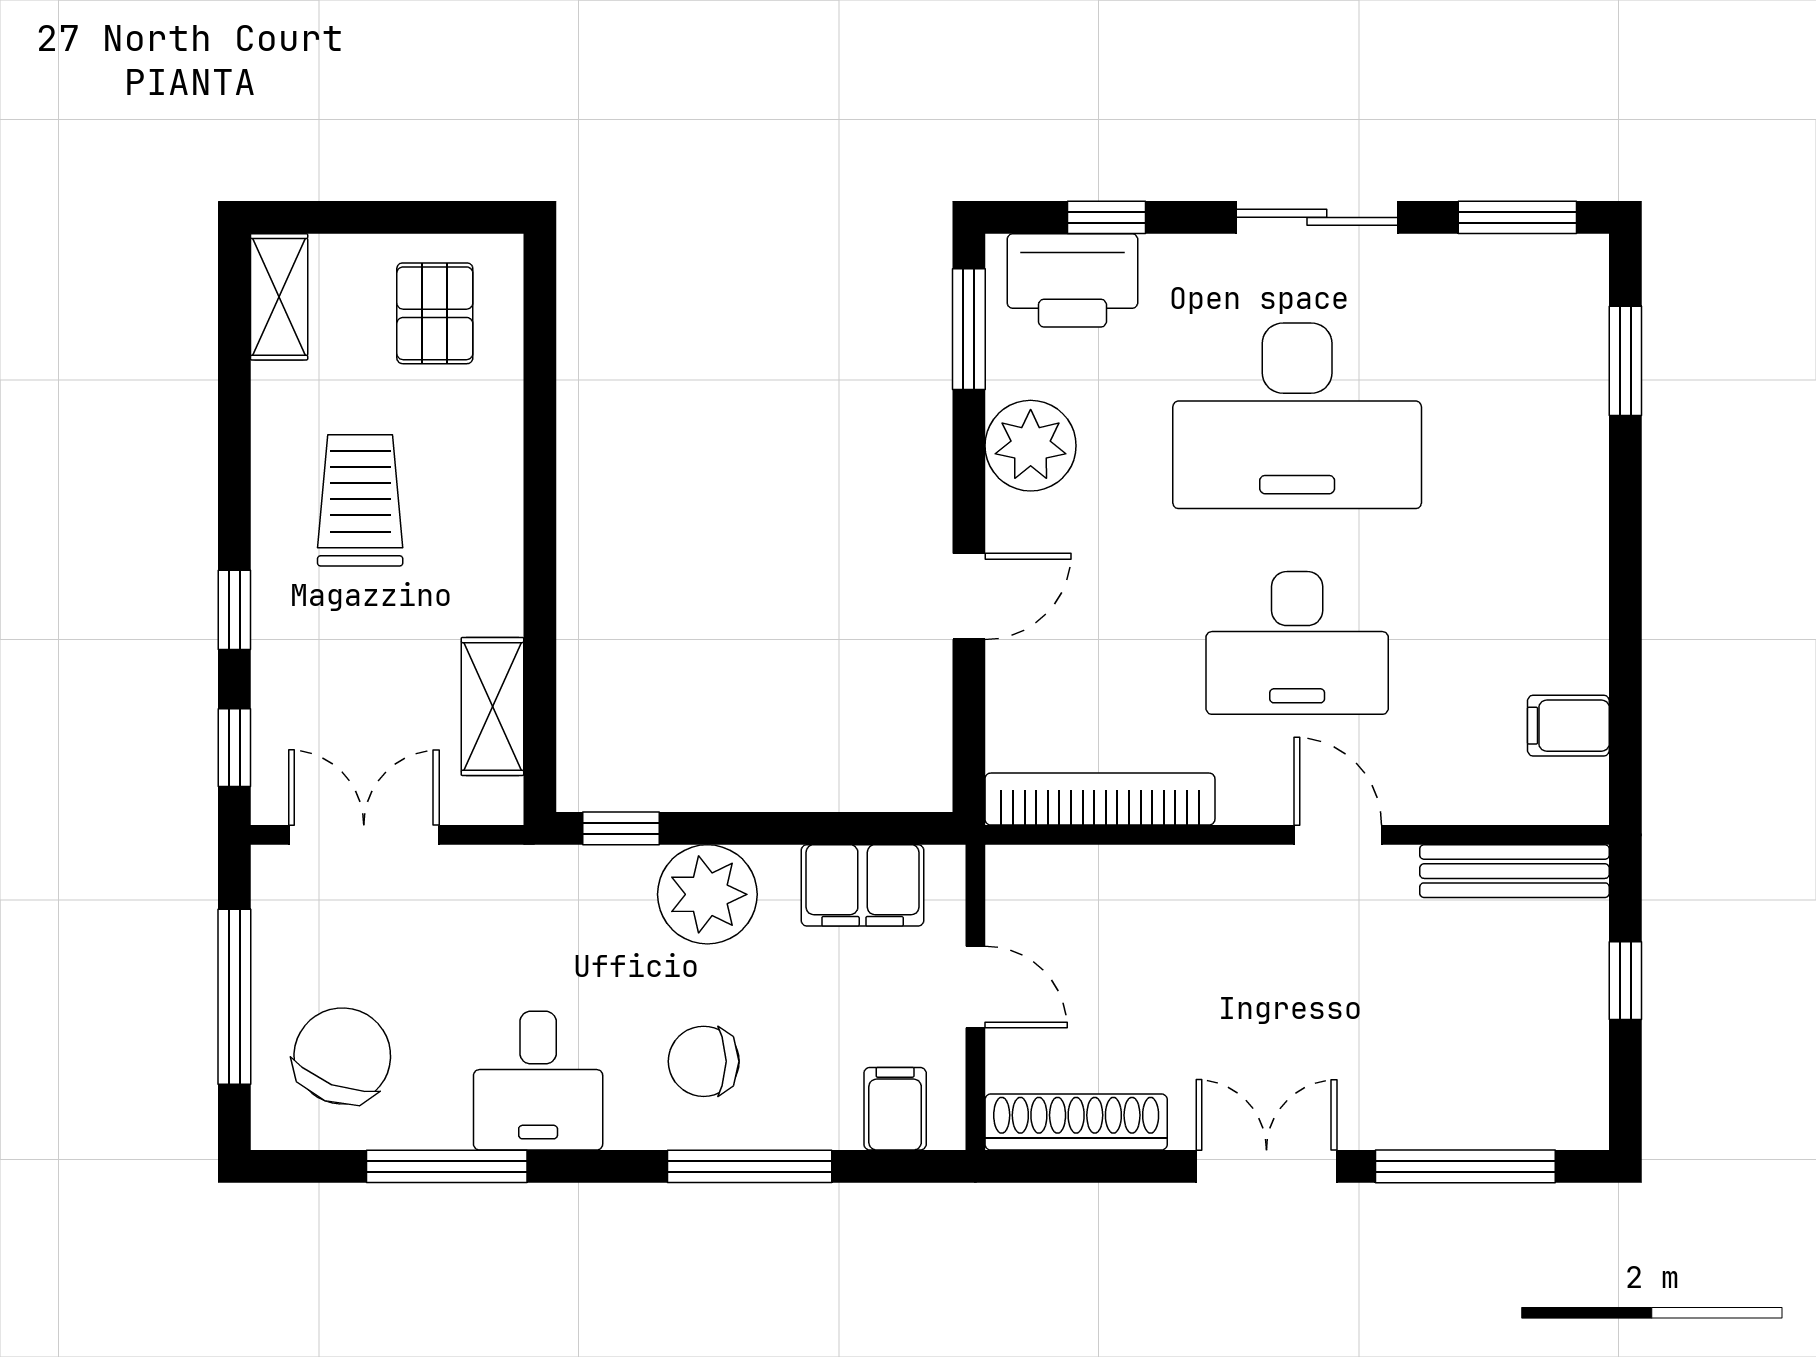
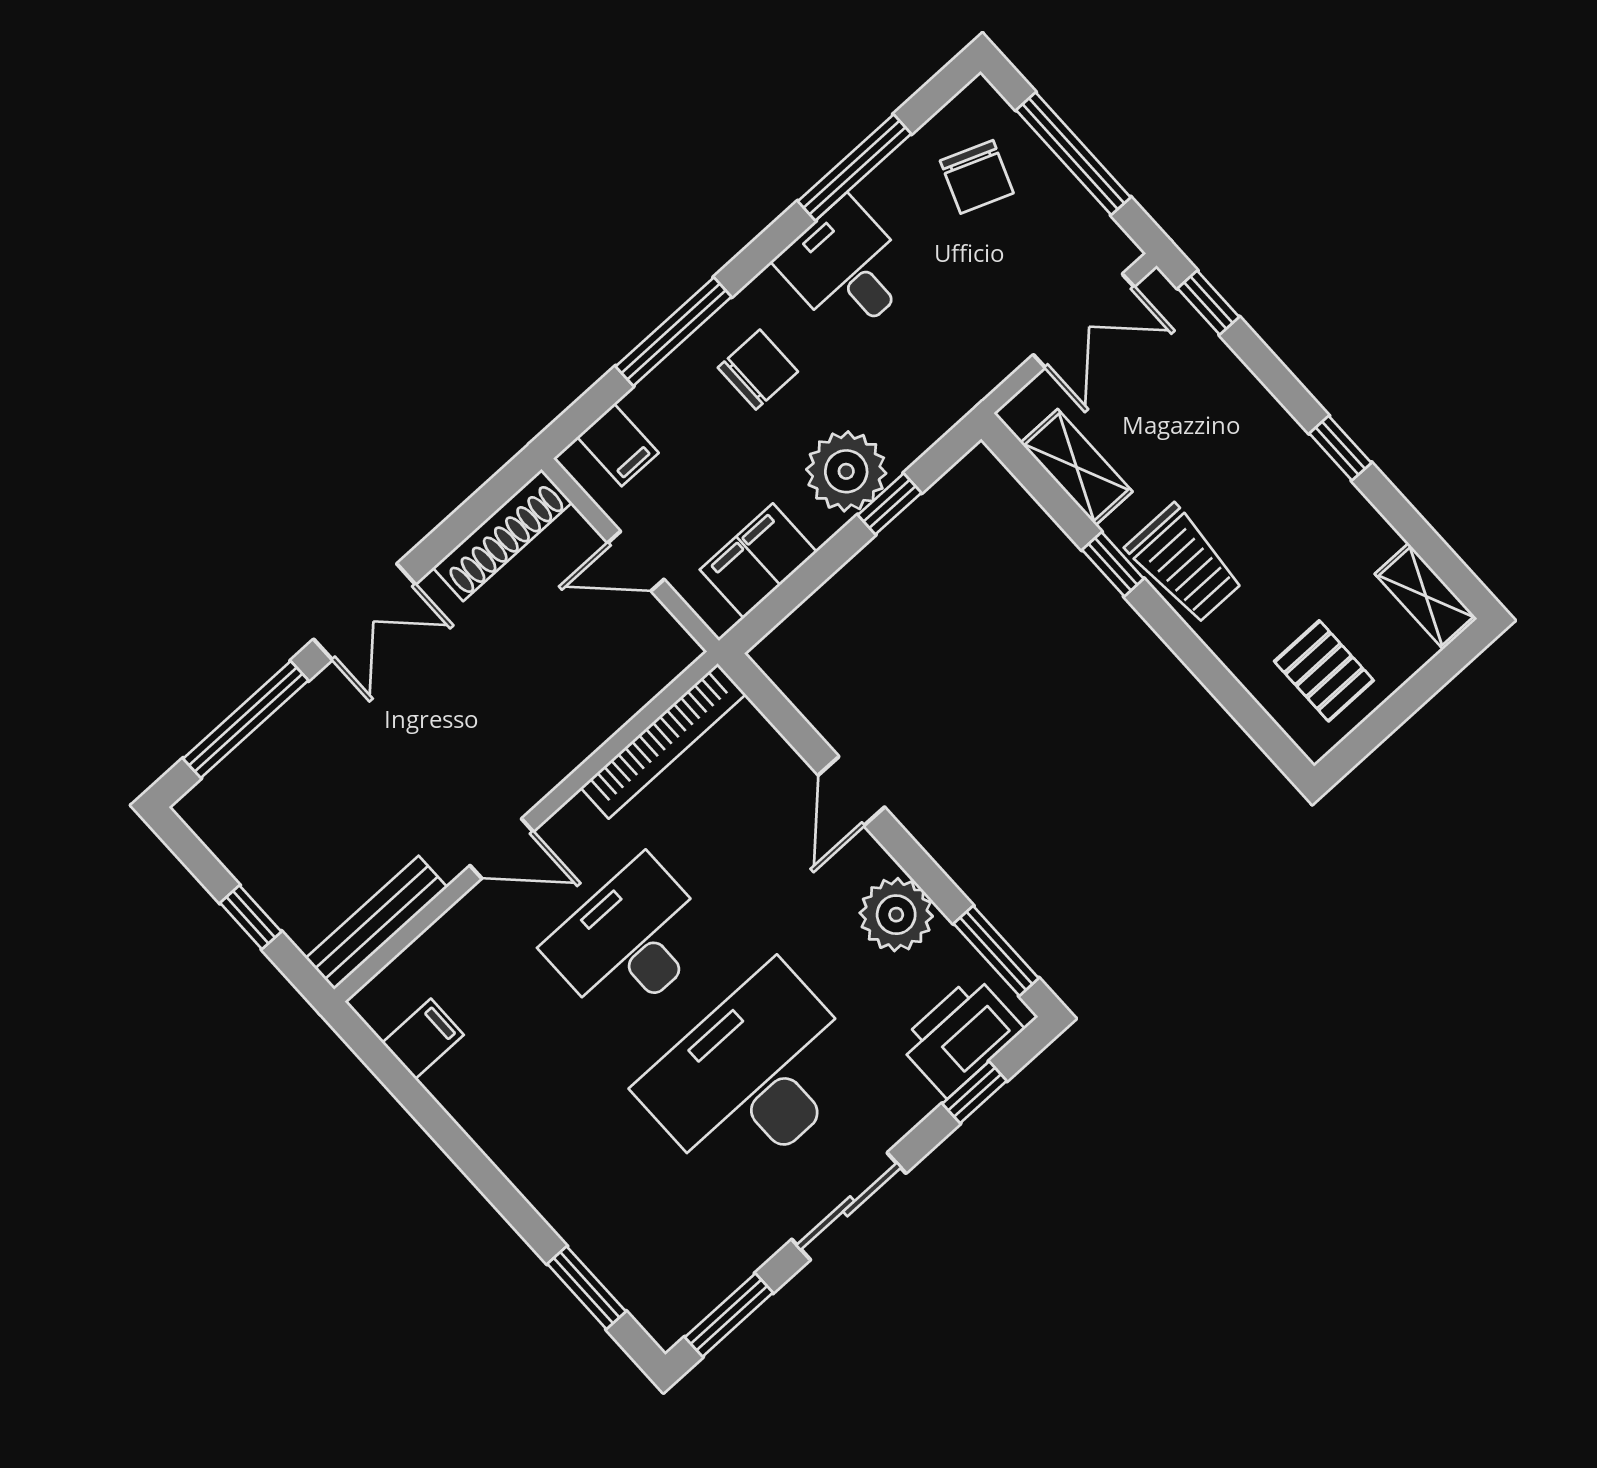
trolley: (360, 500) -> (1185, 564), moved
window: (540, 587) -> (1113, 564), added
window: (234, 610) -> (1340, 448), moved
window: (621, 828) -> (890, 504), moved
chair: (342, 1056) -> (977, 177), width x0.73, depth x0.73

